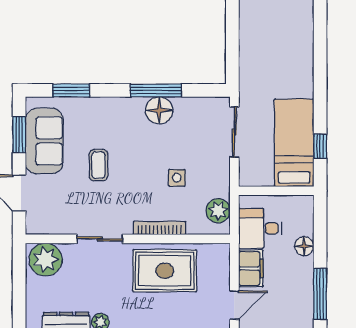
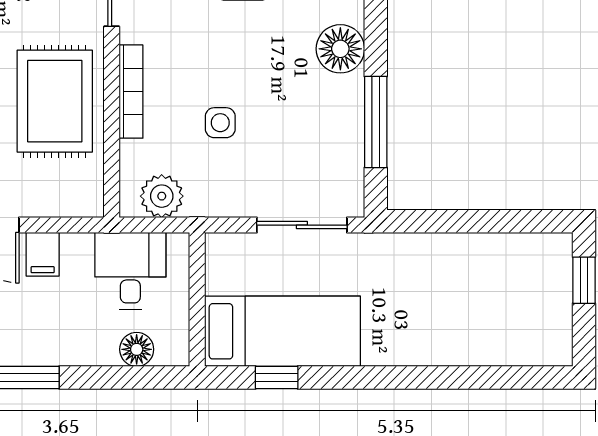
window: (156, 90) -> (376, 122), moved
floor lamp: (159, 110) -> (340, 49), moved
floor lamp: (304, 246) -> (137, 349), moved
filing cabinet: (251, 268) -> (43, 254), width x0.50

